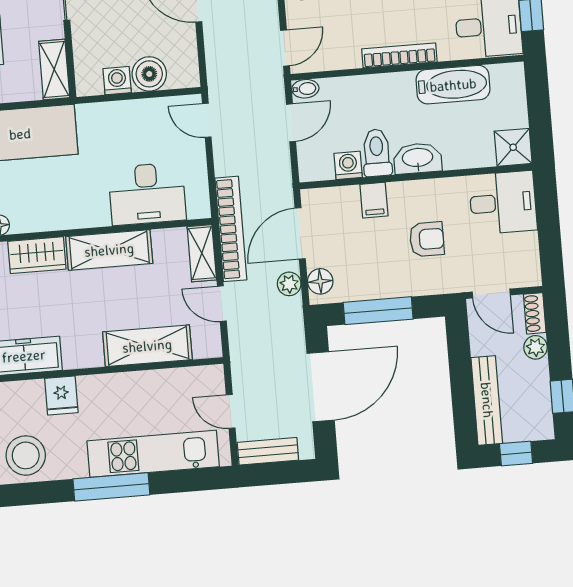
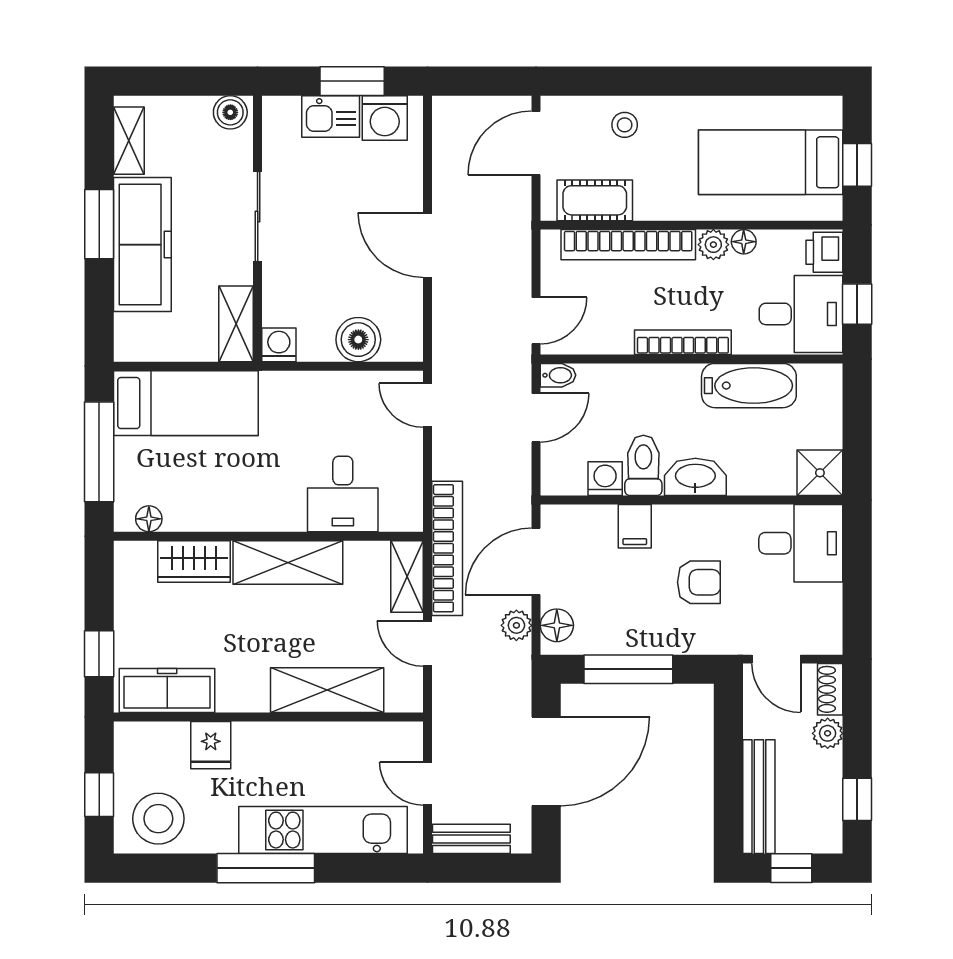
washing machine: (117, 81) -> (279, 345), moved
desk: (147, 194) -> (343, 494), width x0.73

